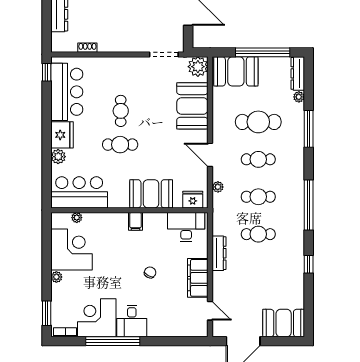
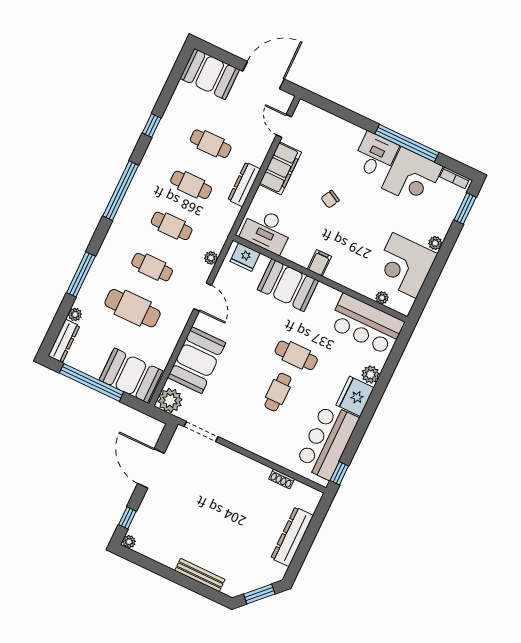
cafe table: (258, 272) -> (211, 144), added

